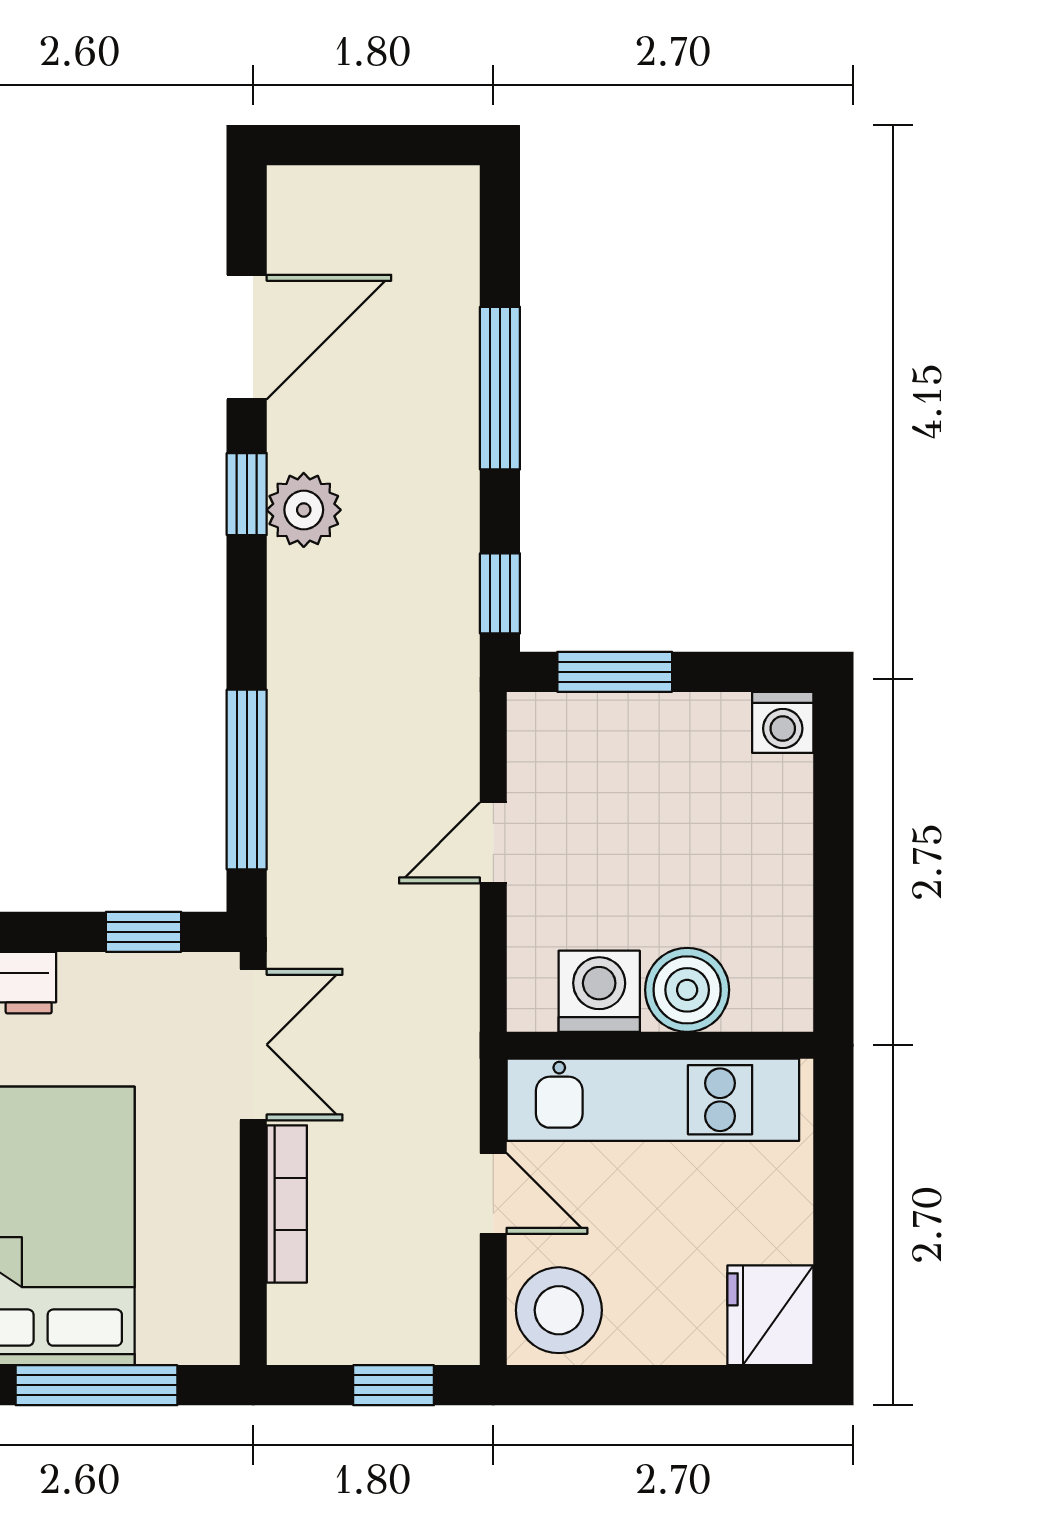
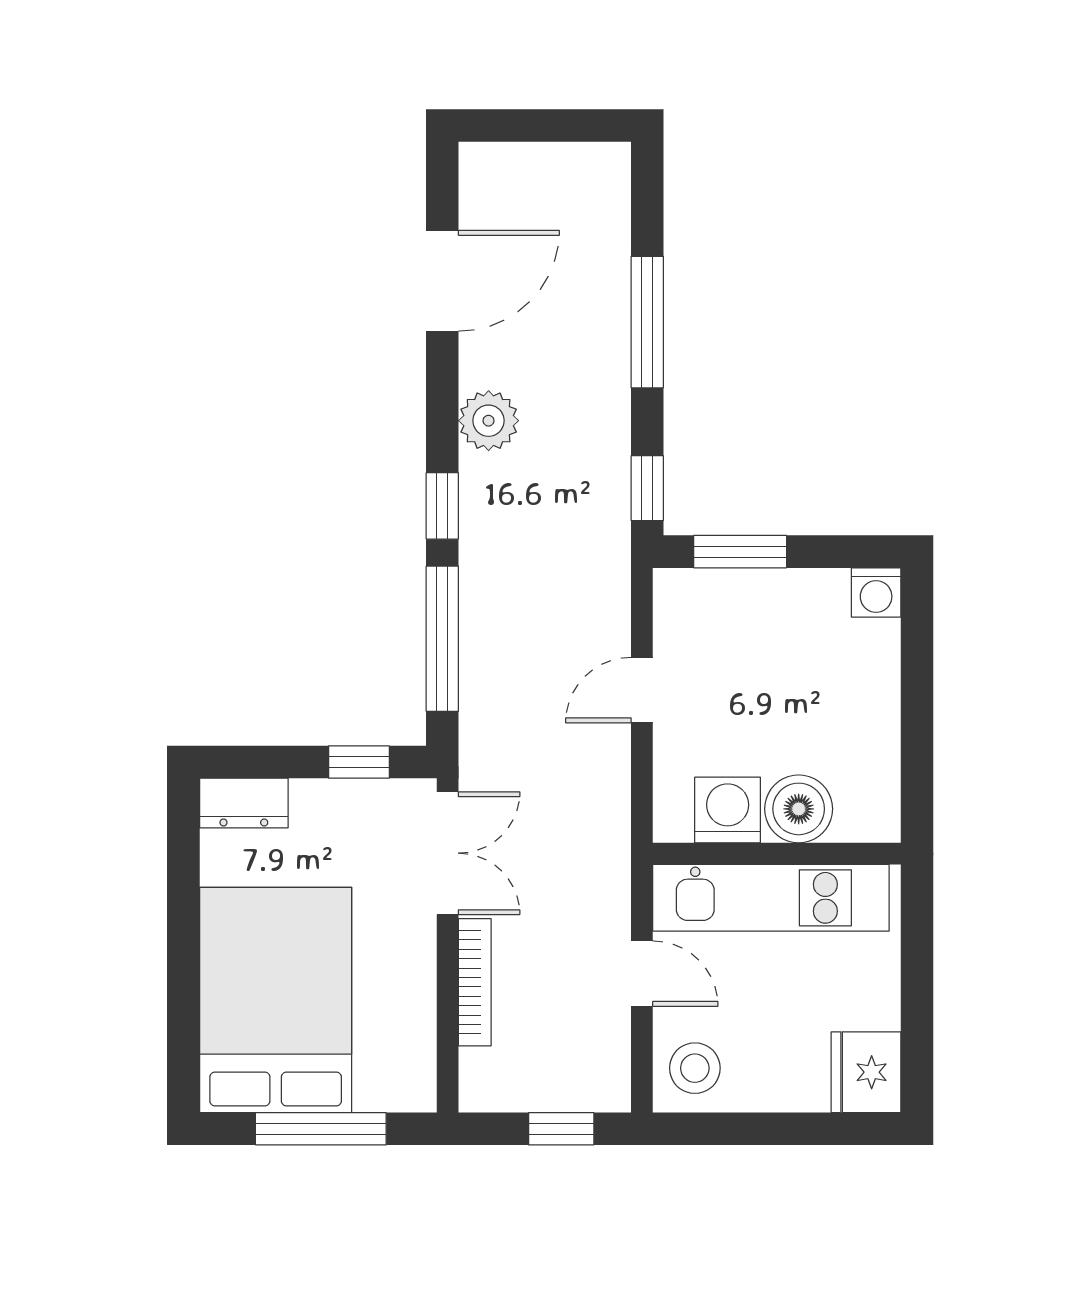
window: (247, 494) -> (442, 506), moved
stool: (559, 1310) -> (695, 1068), width x0.73, depth x0.73

